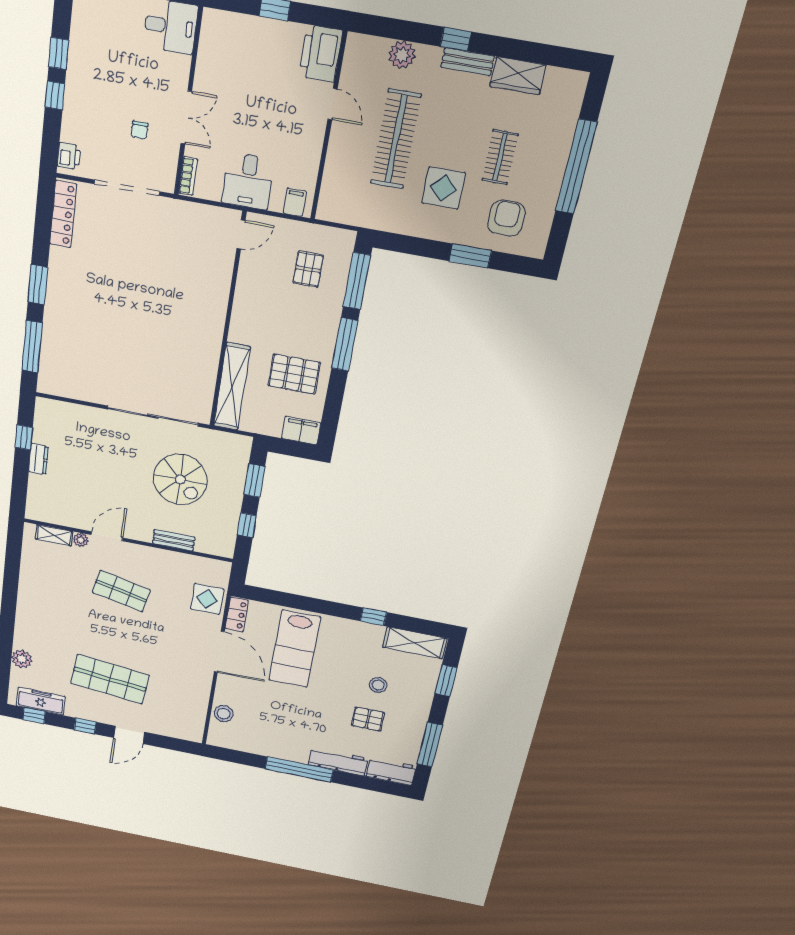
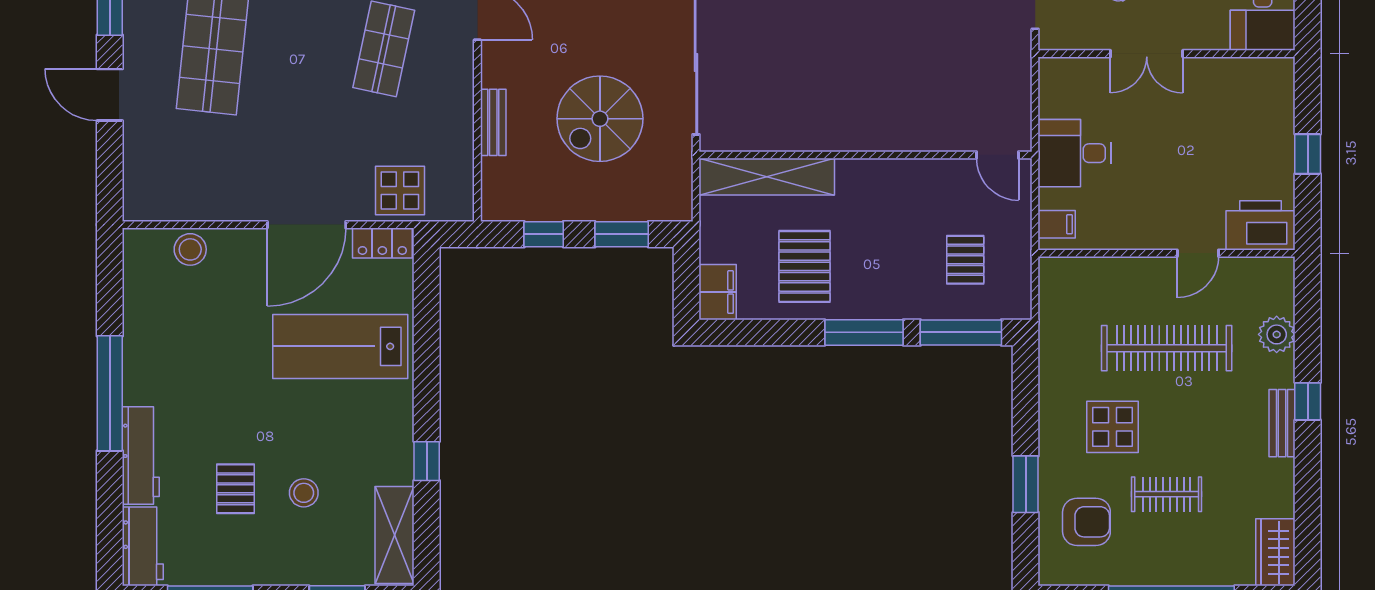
wardrobe: (518, 76) -> (1275, 552), moved
bookcase: (188, 176) -> (1067, 67), removed
pallet: (308, 269) -> (965, 260), turned 90

